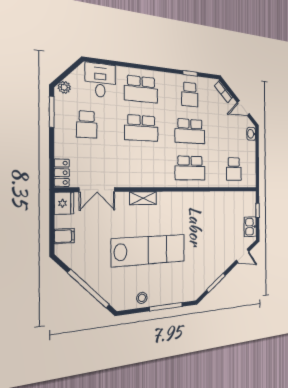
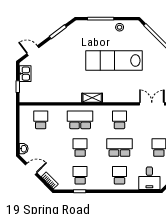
school desk: (141, 89) -> (119, 175), width x0.54
school desk: (190, 131) -> (80, 148), width x0.54
school desk: (141, 167) -> (119, 120), added
shelving: (143, 198) -> (92, 98), moved

